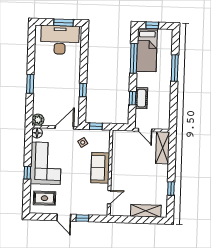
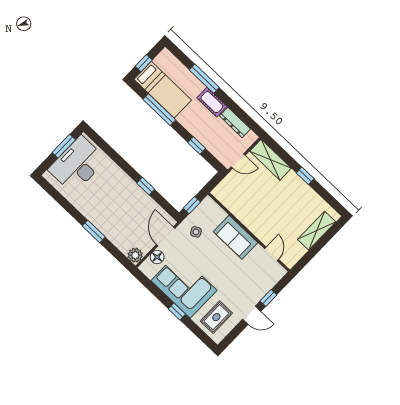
cot: (141, 98) -> (212, 102), moved
dresser: (165, 108) -> (235, 122), added
floor lamp: (37, 133) -> (157, 257), moved
window: (171, 189) -> (305, 176), moved

